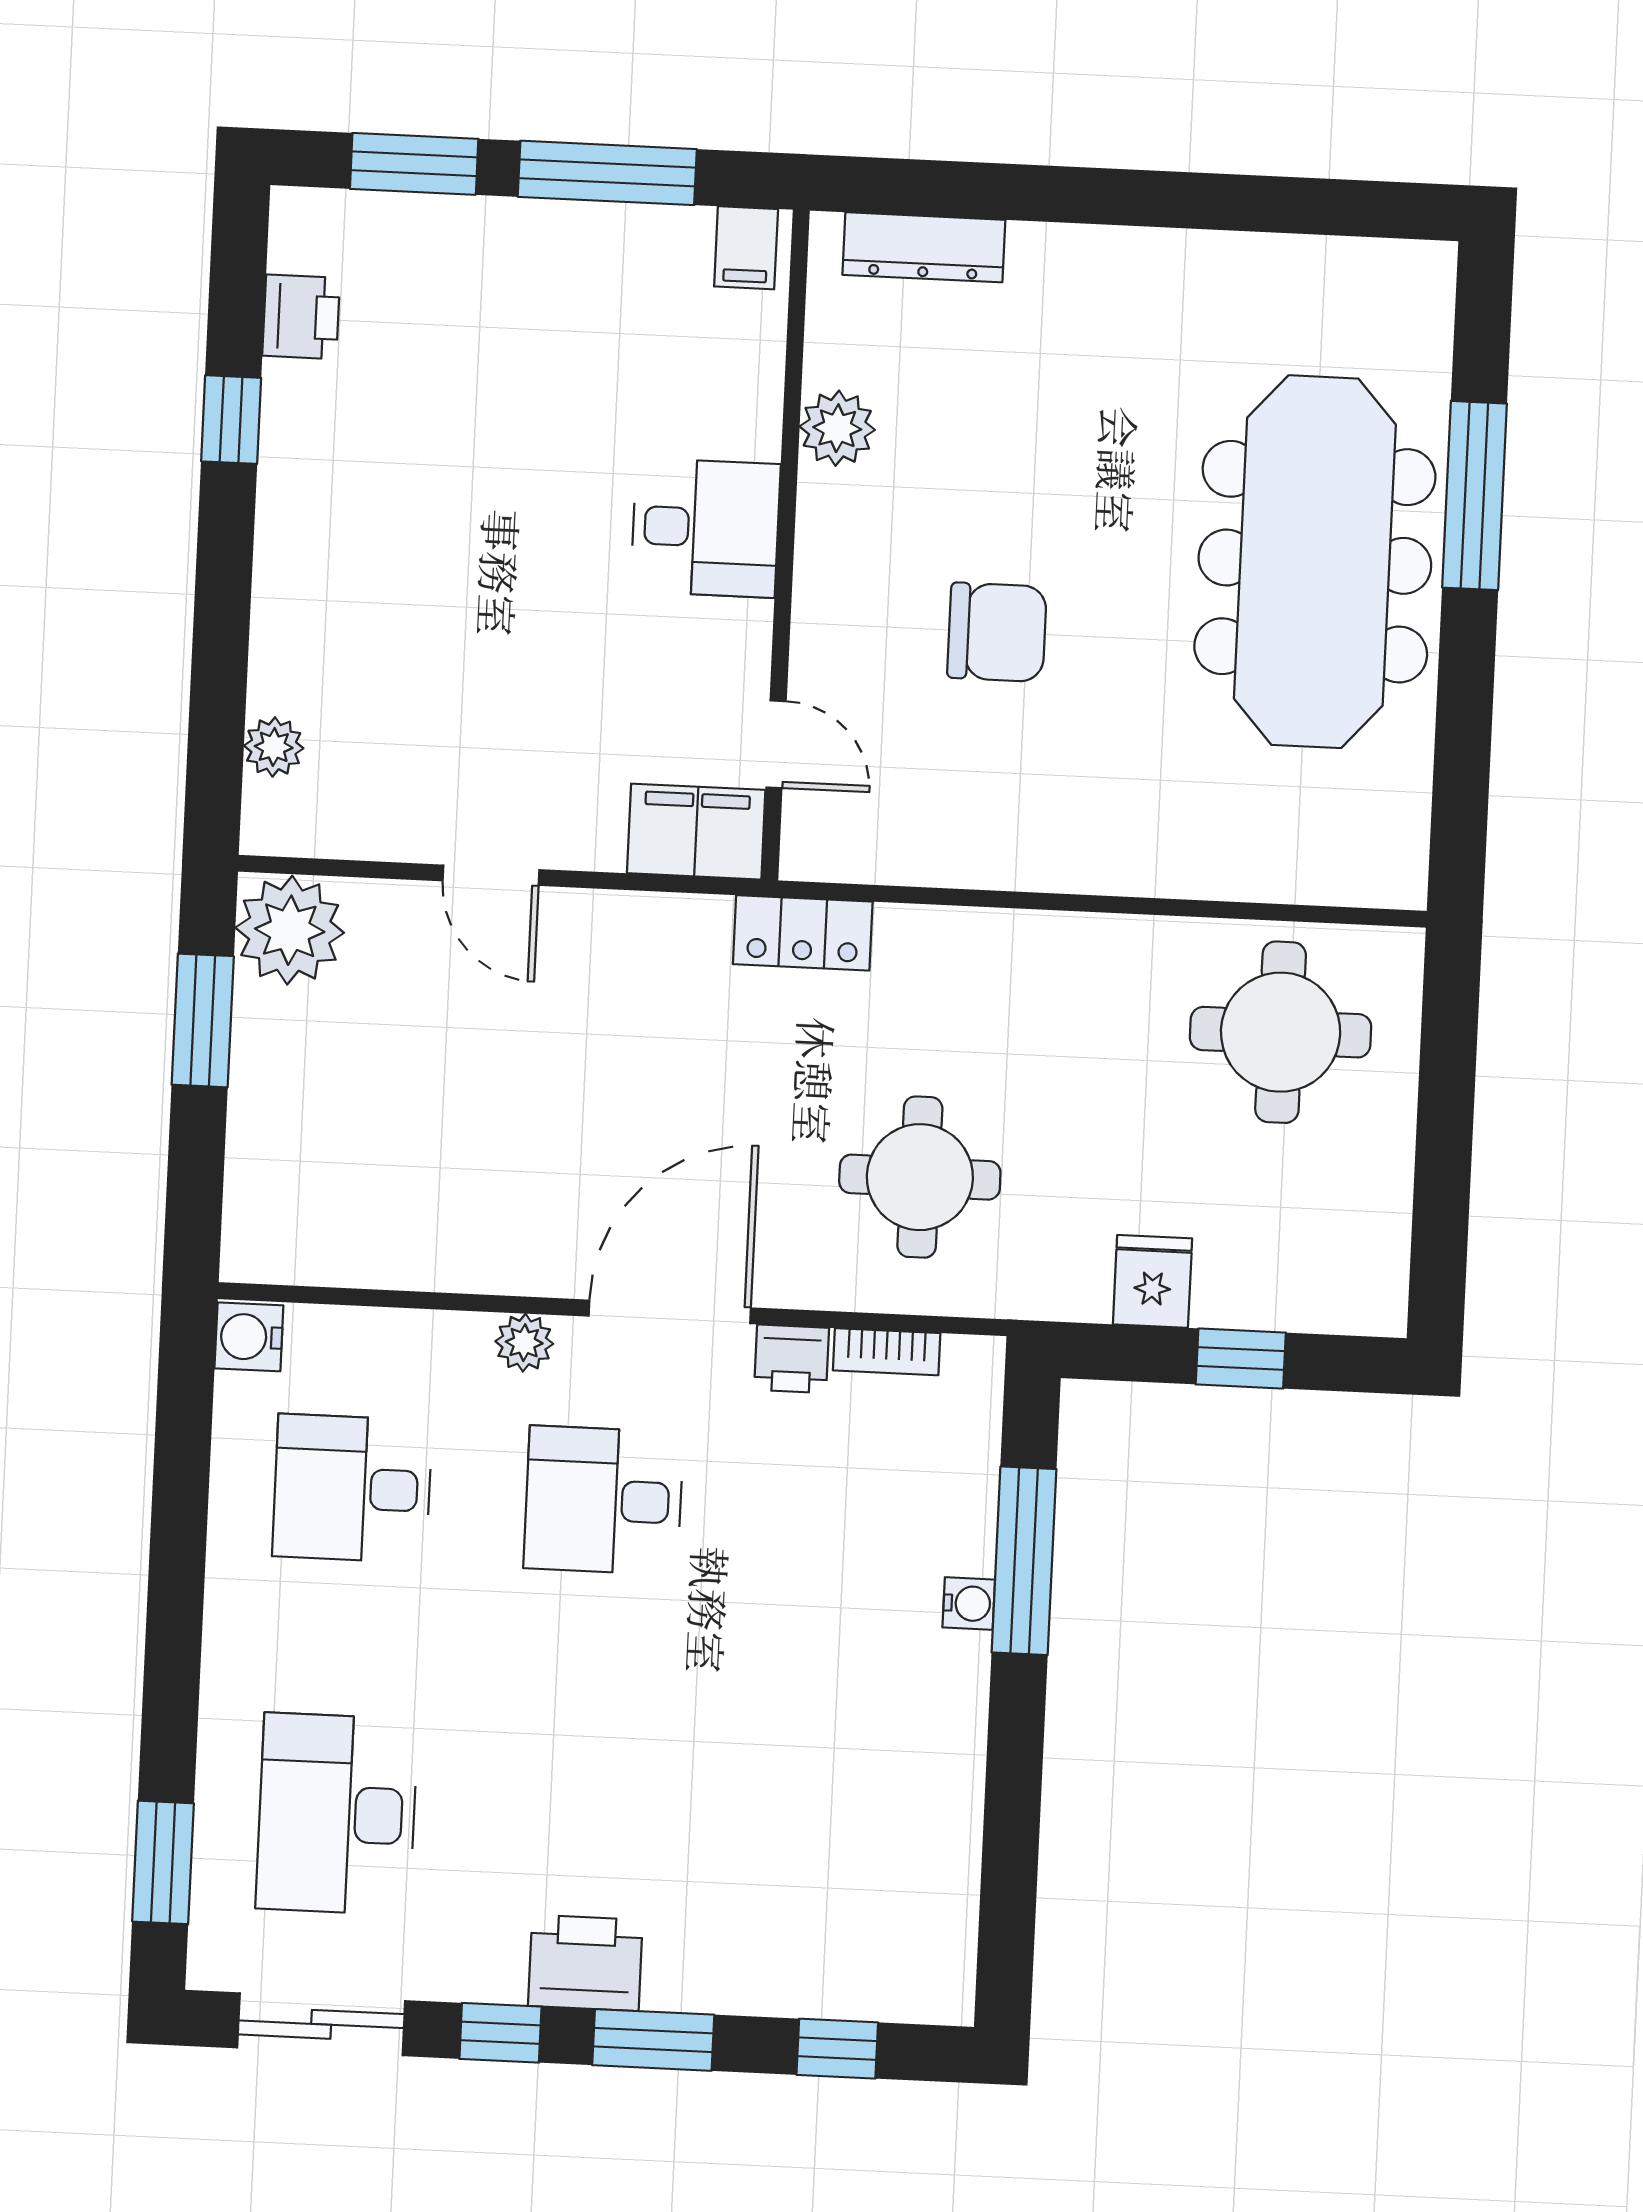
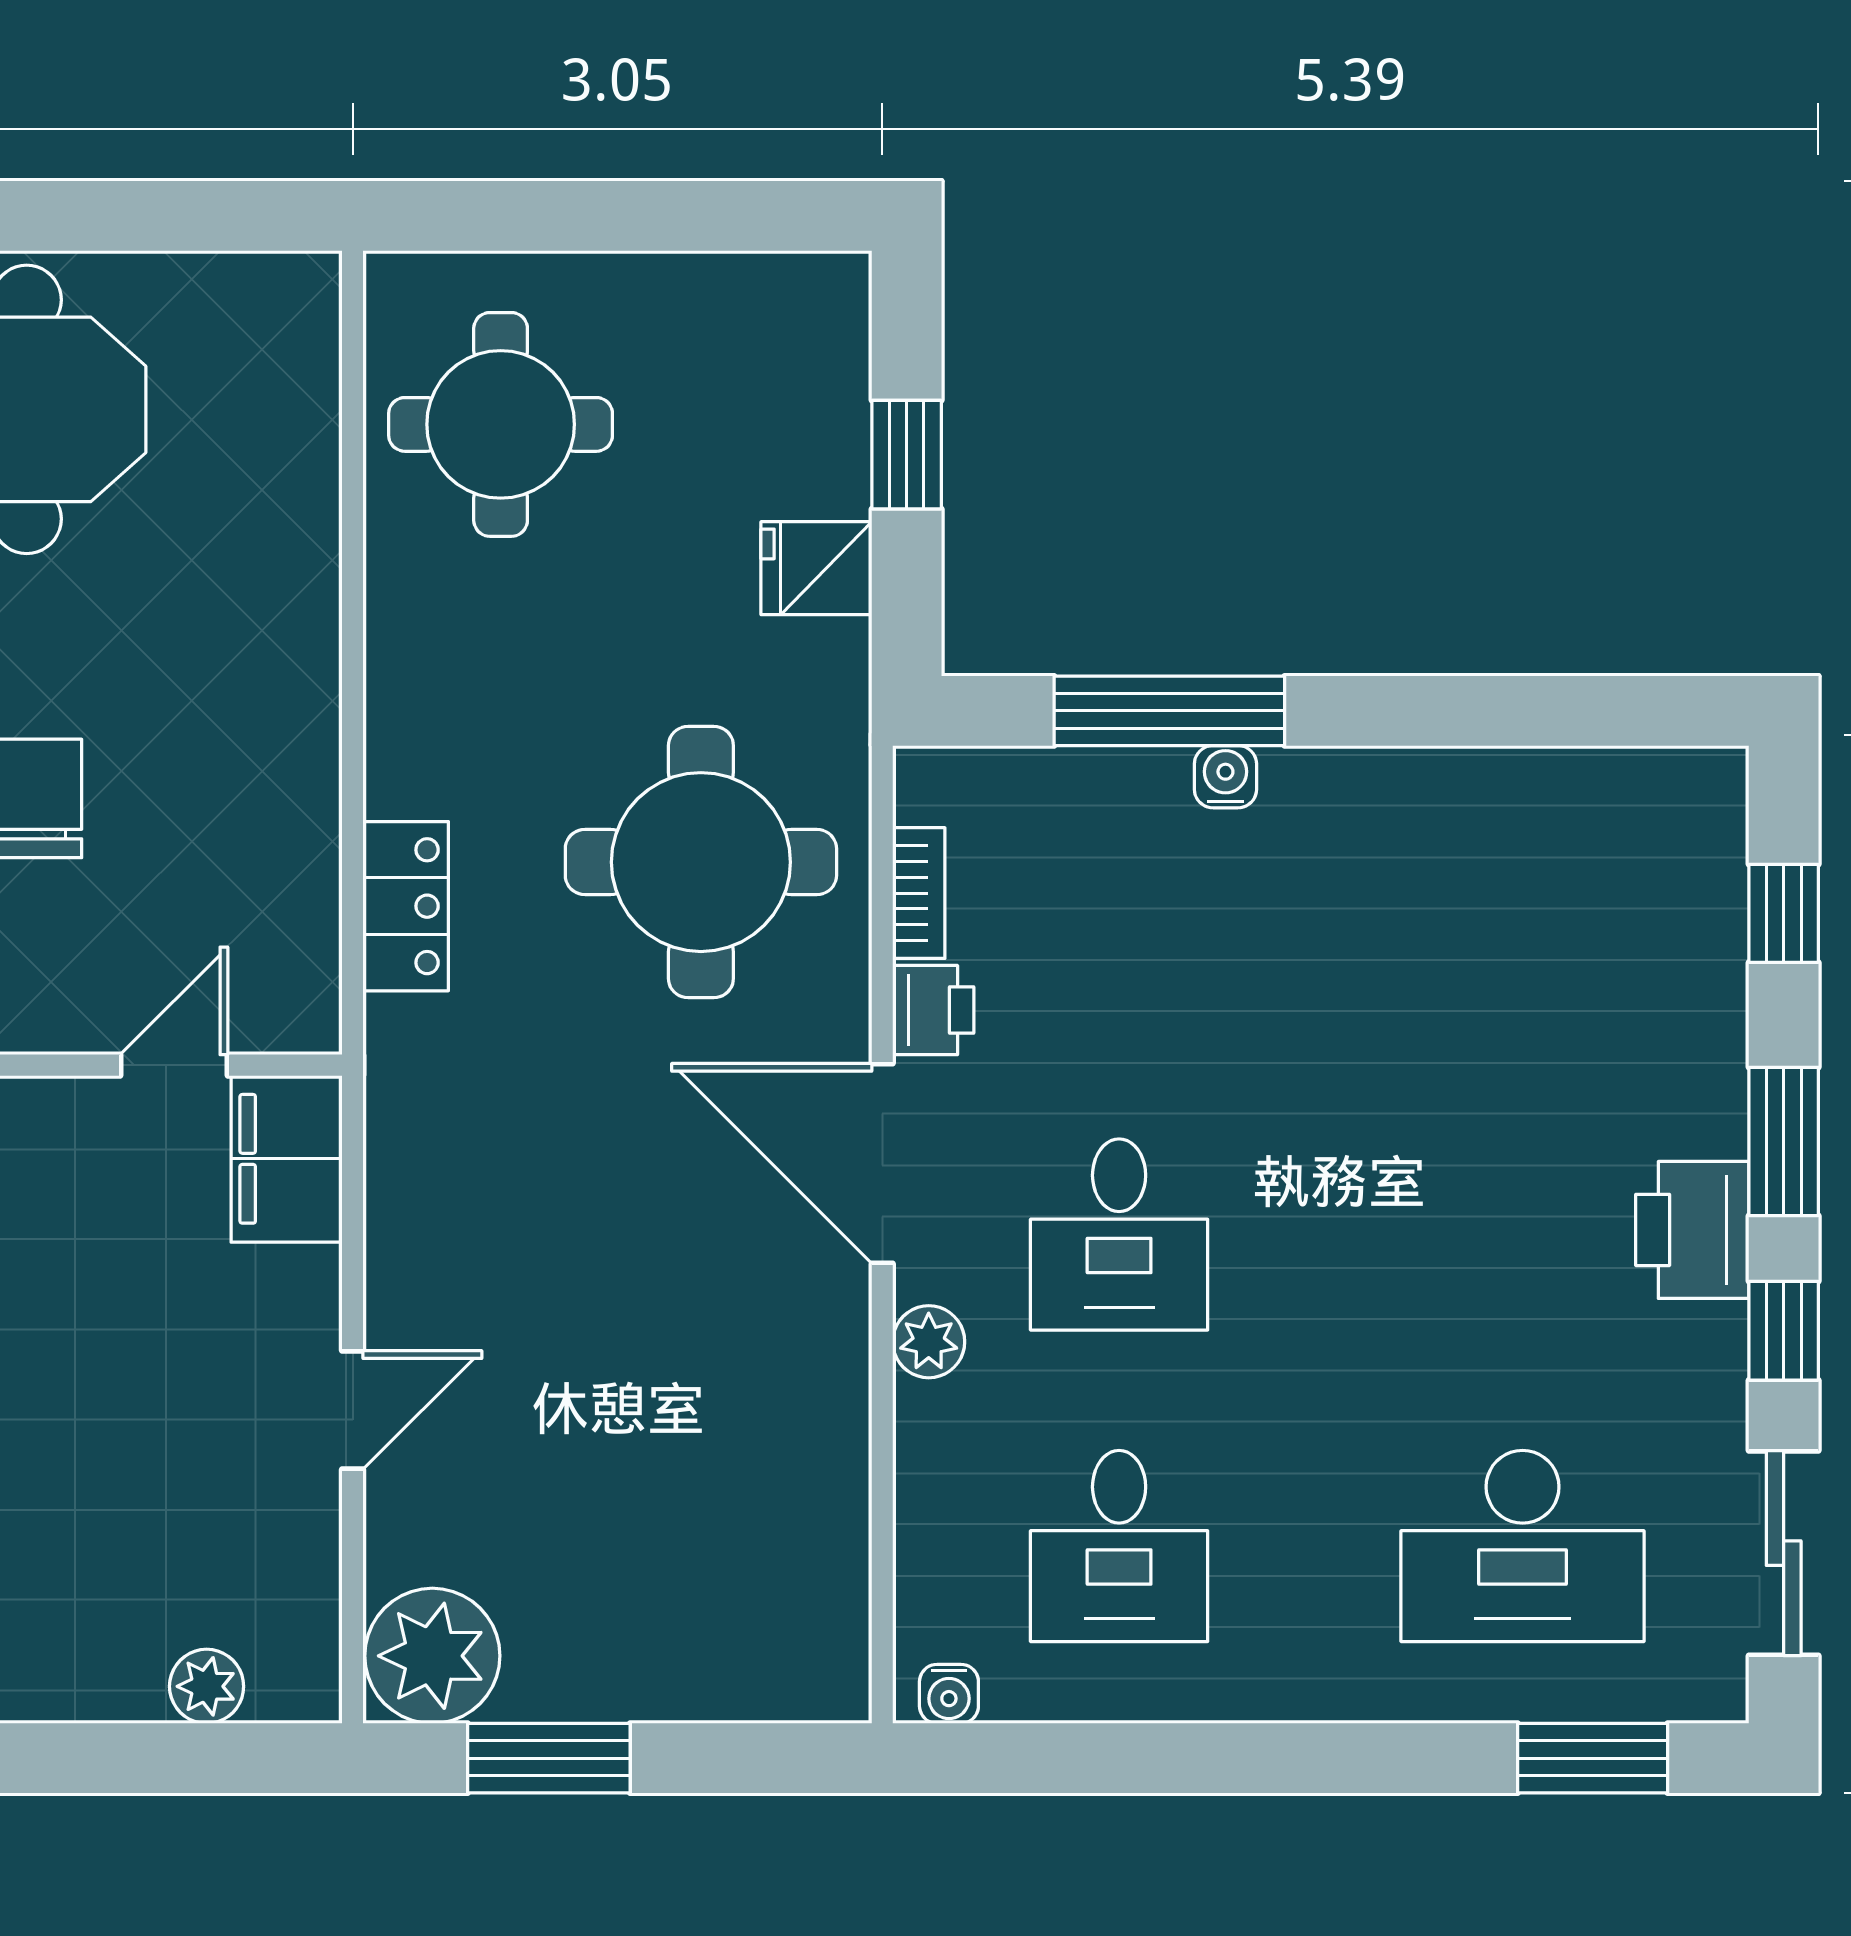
locker: (803, 933) -> (406, 906), moved
round table: (920, 1177) -> (701, 862), width x1.36, depth x1.36
water cooler: (249, 1337) -> (949, 1694), width x0.72, depth x0.72

